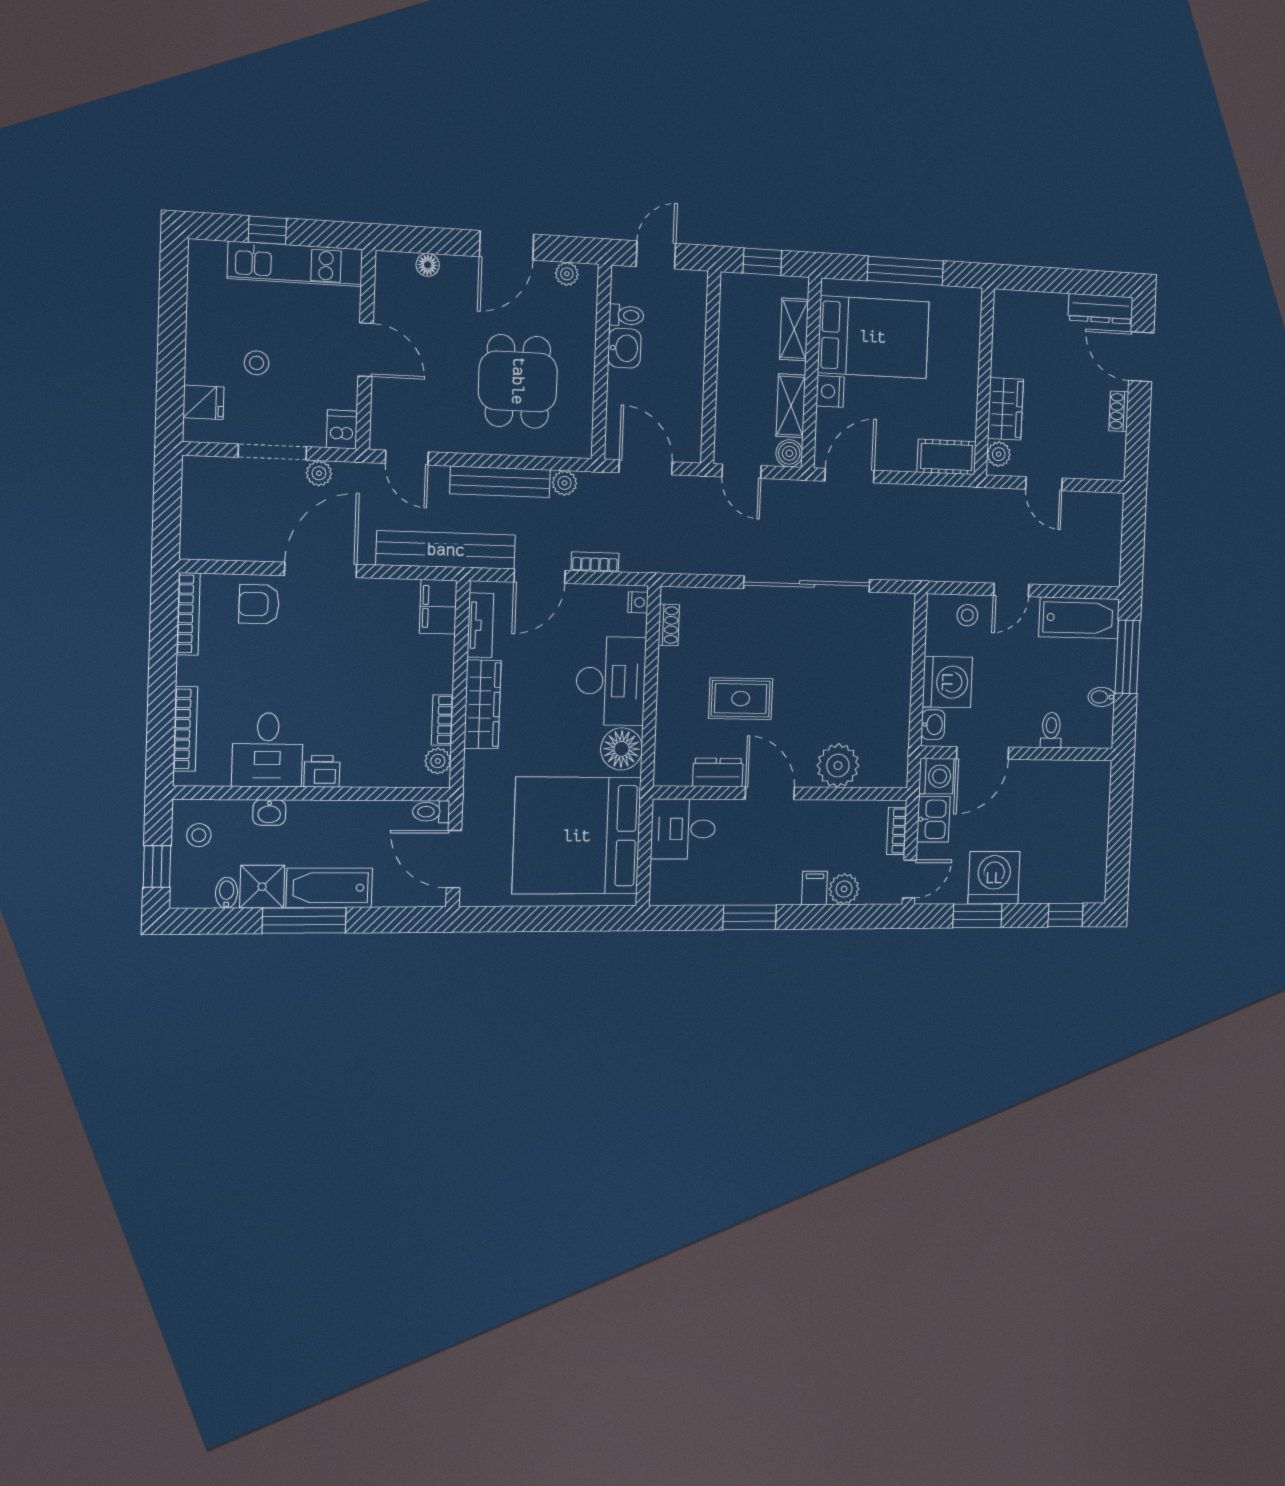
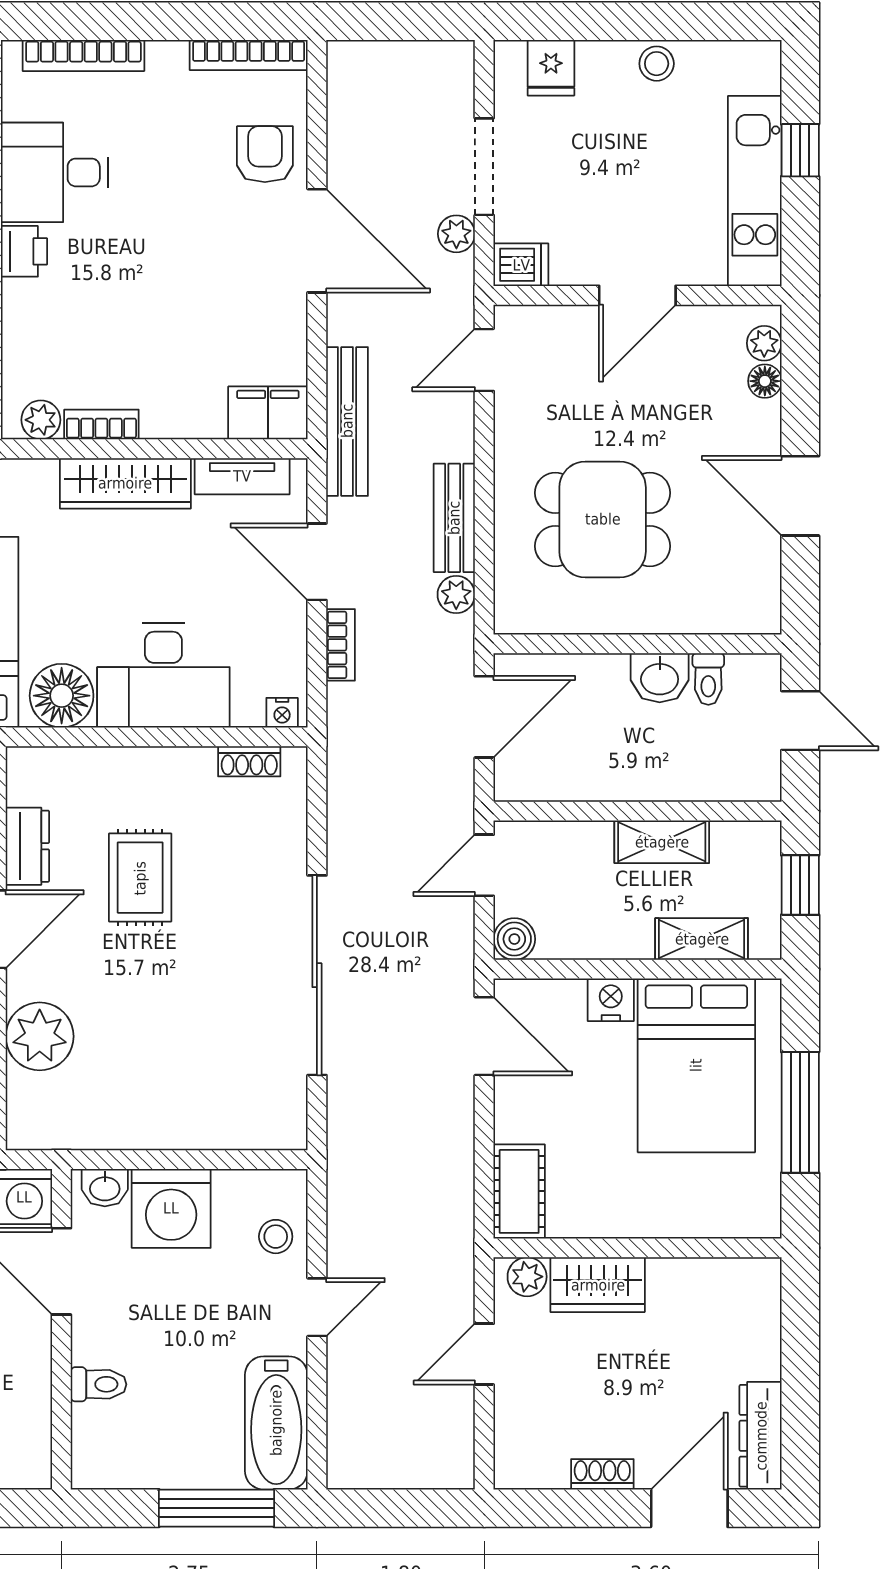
plant: (567, 274) -> (764, 343), moved
stool: (257, 363) -> (657, 64), moved
shelving: (791, 406) -> (662, 842), moved
bench: (500, 482) -> (454, 518), width x0.73
bench: (446, 550) -> (347, 421), width x0.73, depth x0.82
door: (1011, 590) -> (317, 1307), swing flipped
bidet: (1102, 697) -> (152, 1467), removed

